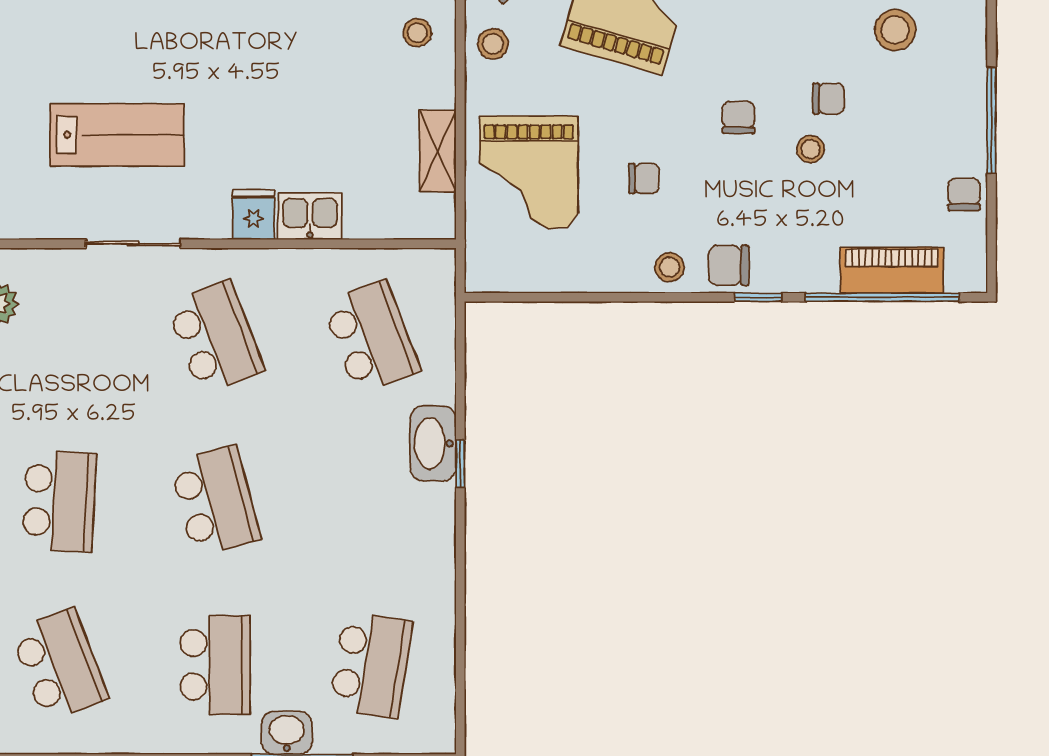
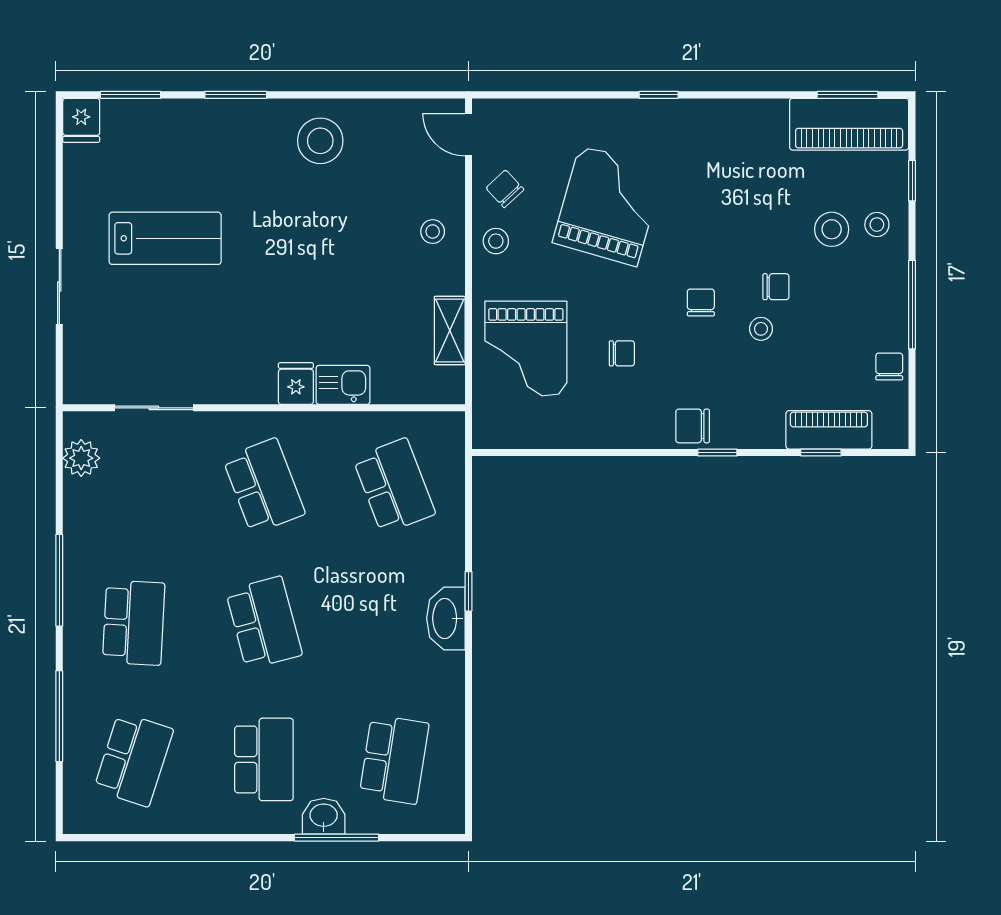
lab bench: (117, 135) -> (165, 238), moved
sliding door: (133, 244) -> (154, 408), moved
stool: (670, 267) -> (877, 225), moved
window: (882, 297) -> (821, 452), width x0.32
washbasin: (433, 443) -> (446, 618), moved
school desk: (59, 665) -> (134, 759), turned 39

